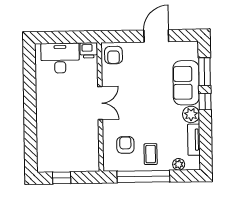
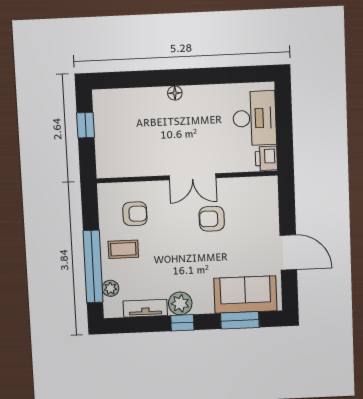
armchair: (114, 55) -> (212, 219), moved
sofa: (186, 83) -> (245, 295), moved
window: (205, 102) -> (182, 323), moved
floor lamp: (41, 114) -> (175, 93), added
window: (143, 177) -> (93, 267), moved

